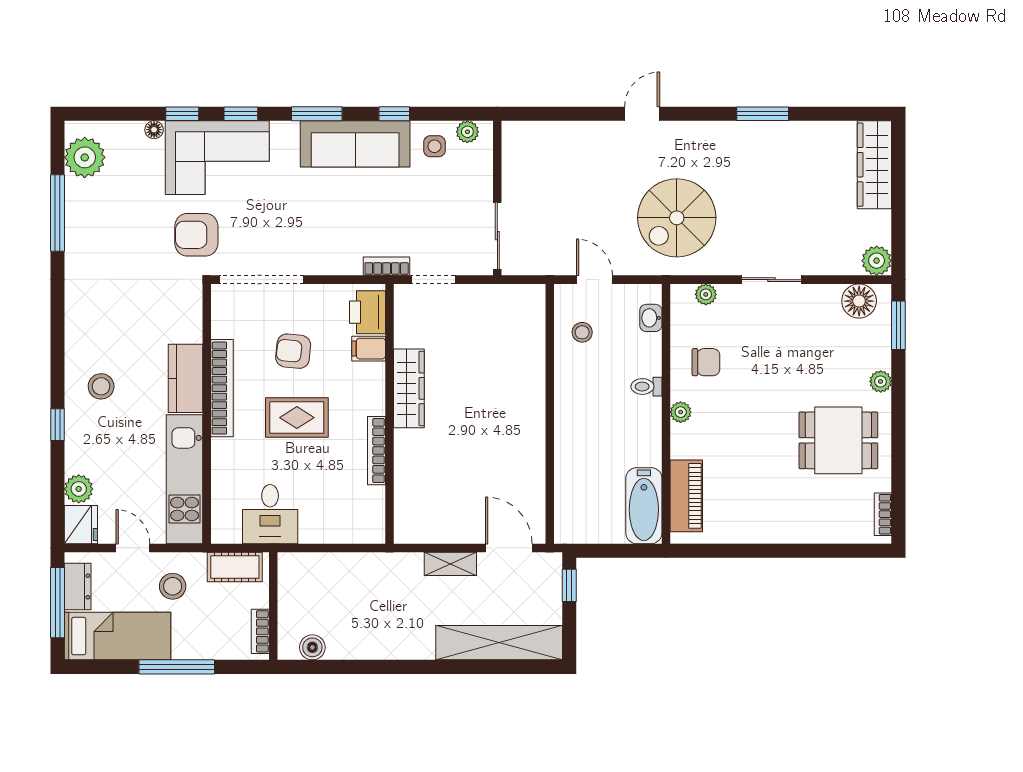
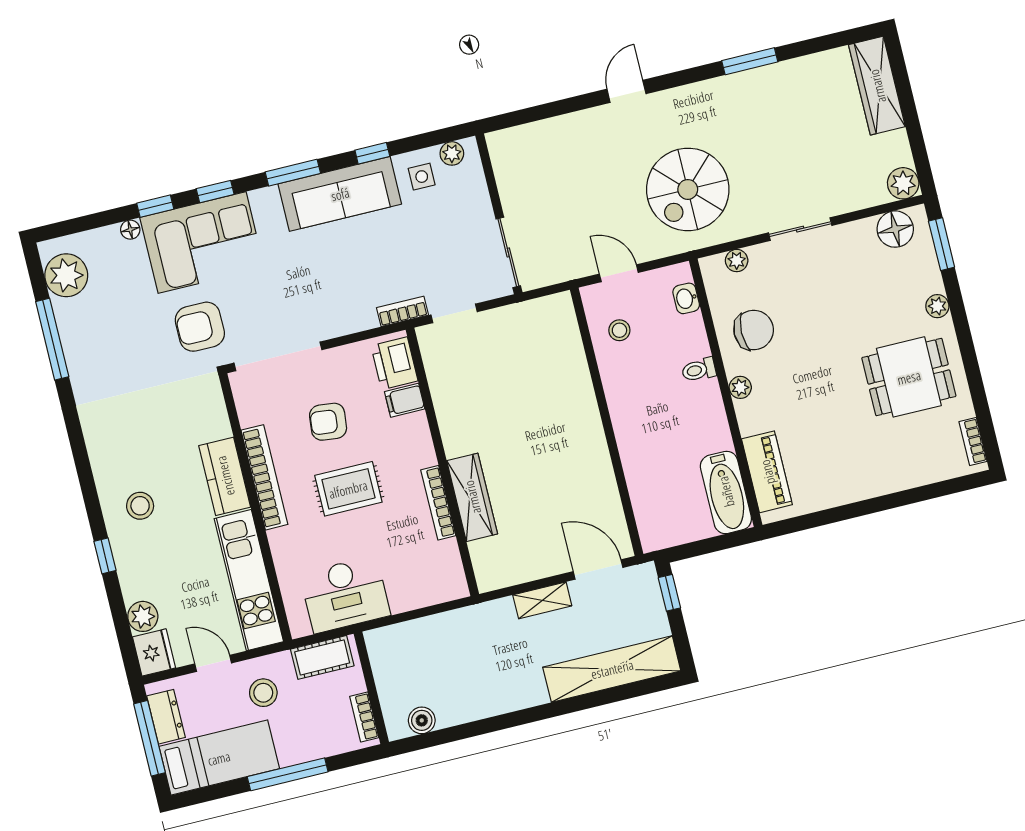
chair: (706, 362) -> (754, 330), width x1.37, depth x1.37
wardrobe: (409, 388) -> (472, 497), moved
desk: (270, 514) -> (345, 594), width x1.37

